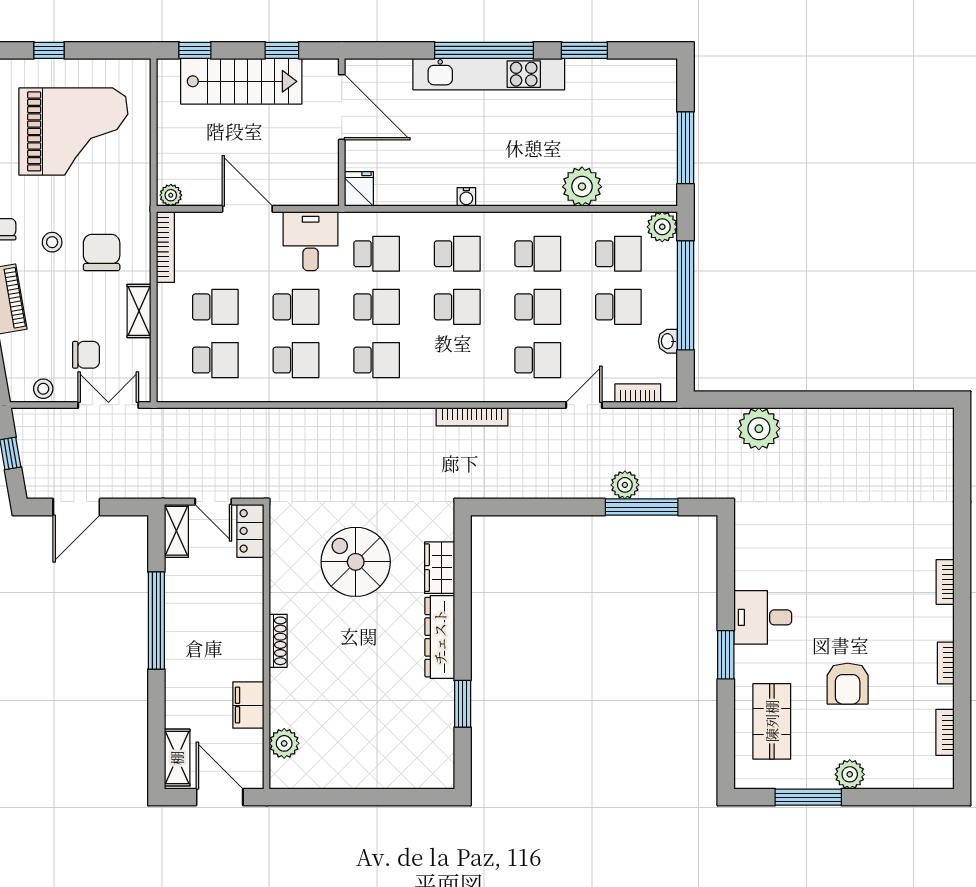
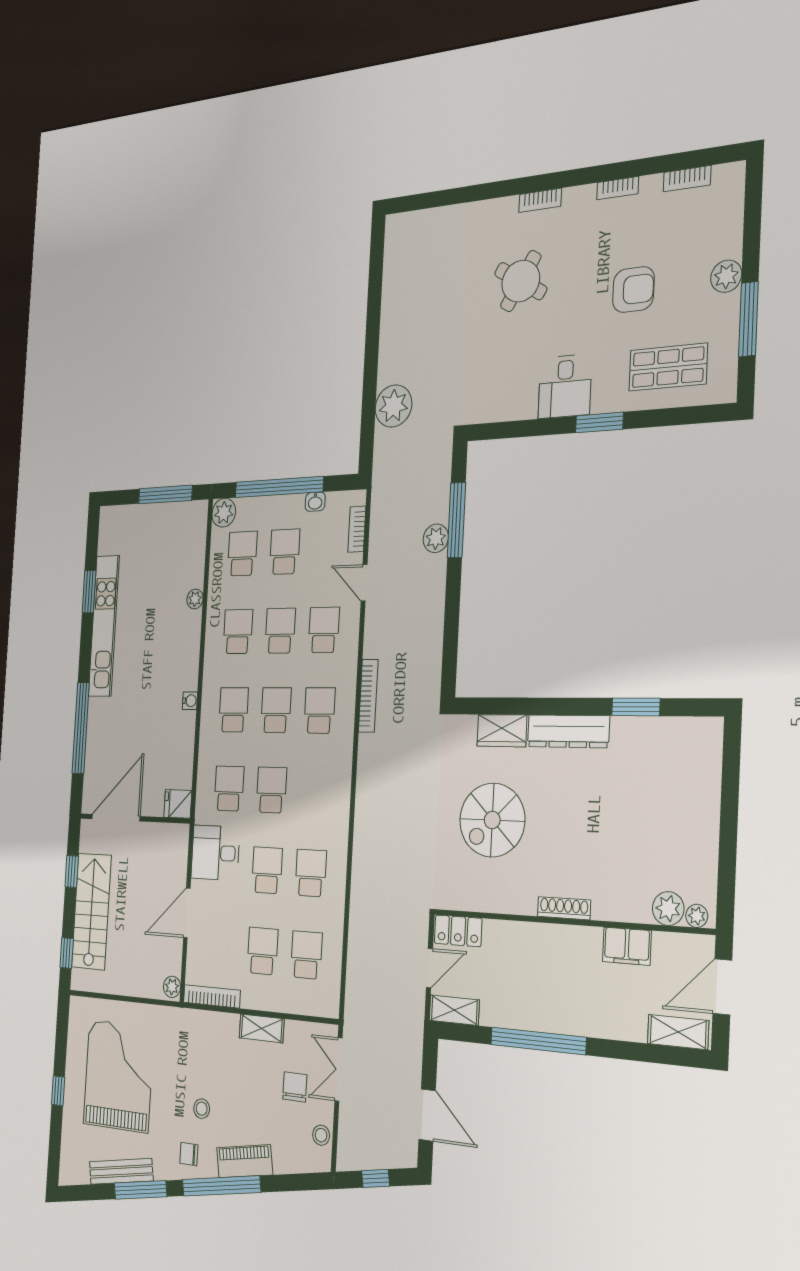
window: (484, 50) -> (81, 728), moved
kitchen unit: (489, 74) -> (104, 626), moved
plant: (582, 187) -> (195, 599), width x0.53, depth x0.53
chair: (102, 252) -> (213, 1060), removed
school desk: (377, 360) -> (319, 710), moved
round table: (869, 565) -> (521, 281), added
plant: (279, 771) -> (697, 916), added

